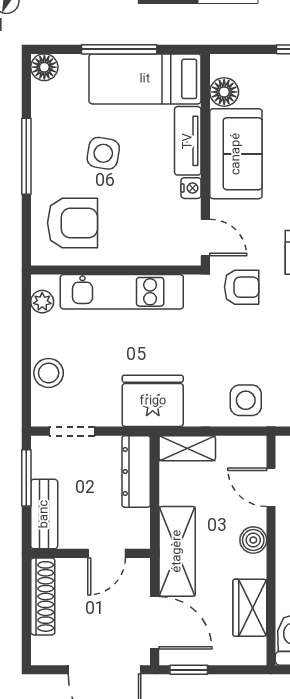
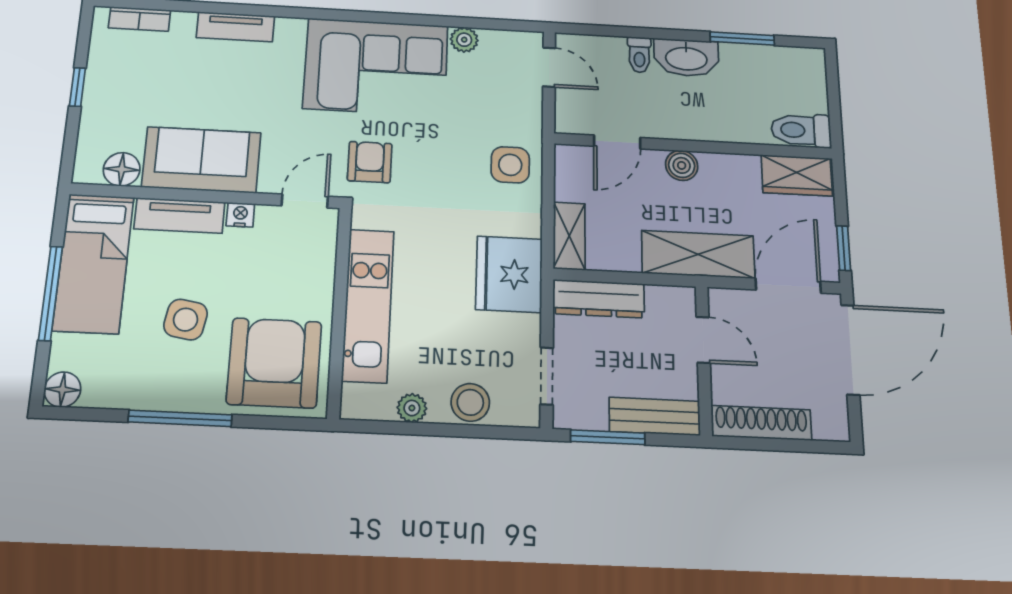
armchair: (72, 223) -> (274, 363), width x1.36, depth x1.36
plant: (42, 302) -> (412, 408), moved
wardrobe: (250, 608) -> (797, 175), moved

